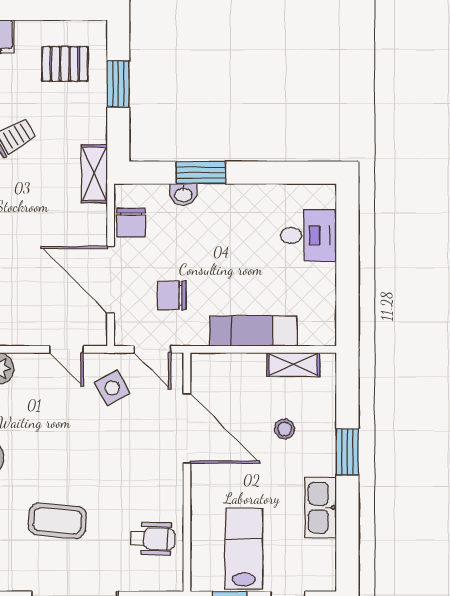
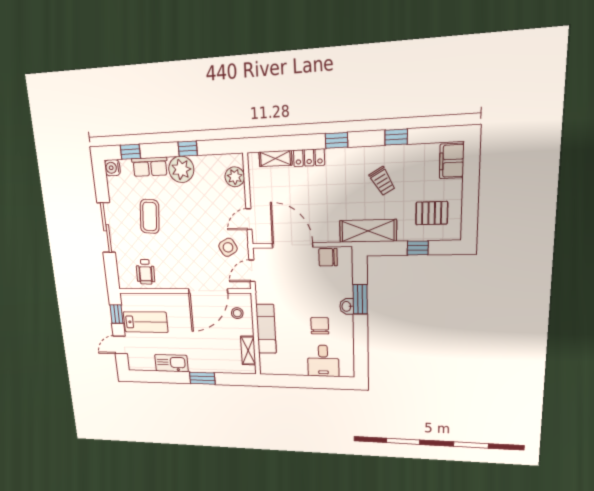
pallet: (65, 64) -> (432, 213), turned 90
window: (118, 84) -> (418, 248), width x0.67
shelving: (94, 174) -> (368, 231), width x1.50, depth x1.33
washbasin: (183, 194) -> (347, 306), moved
door: (111, 280) -> (293, 245), hinge flipped
chair: (172, 295) -> (320, 326), moved
stool: (285, 429) -> (237, 313), moved

